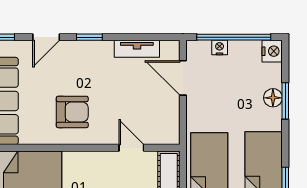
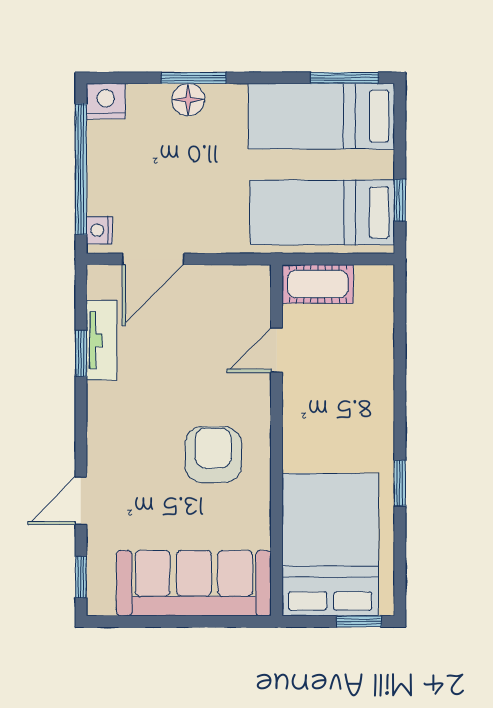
door: (46, 37) -> (81, 501), swing flipped
window: (89, 37) -> (81, 353), moved
nightstand: (220, 48) -> (99, 230), moved

